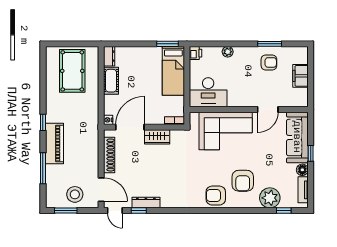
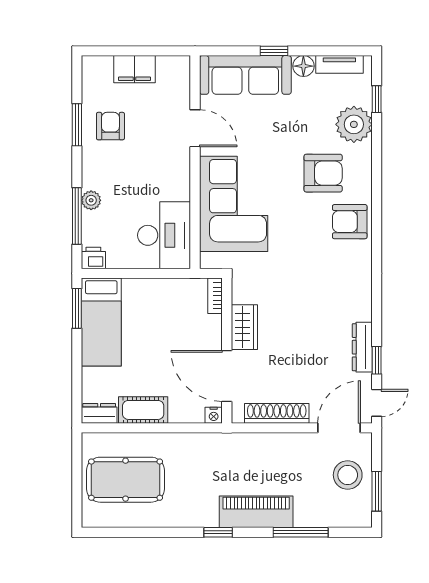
window: (219, 44) -> (77, 216), added
bed: (173, 71) -> (101, 322), moved, turned 90
armchair: (216, 196) -> (350, 222), turned 90

